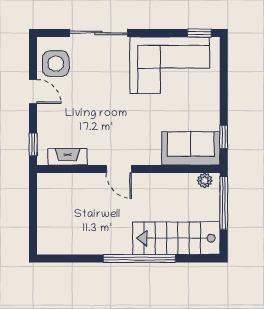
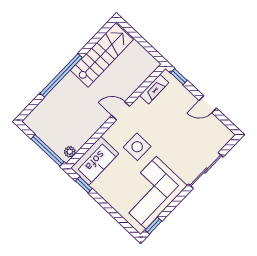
side table: (56, 64) -> (137, 147), moved
stairs: (176, 238) -> (102, 55), moved

